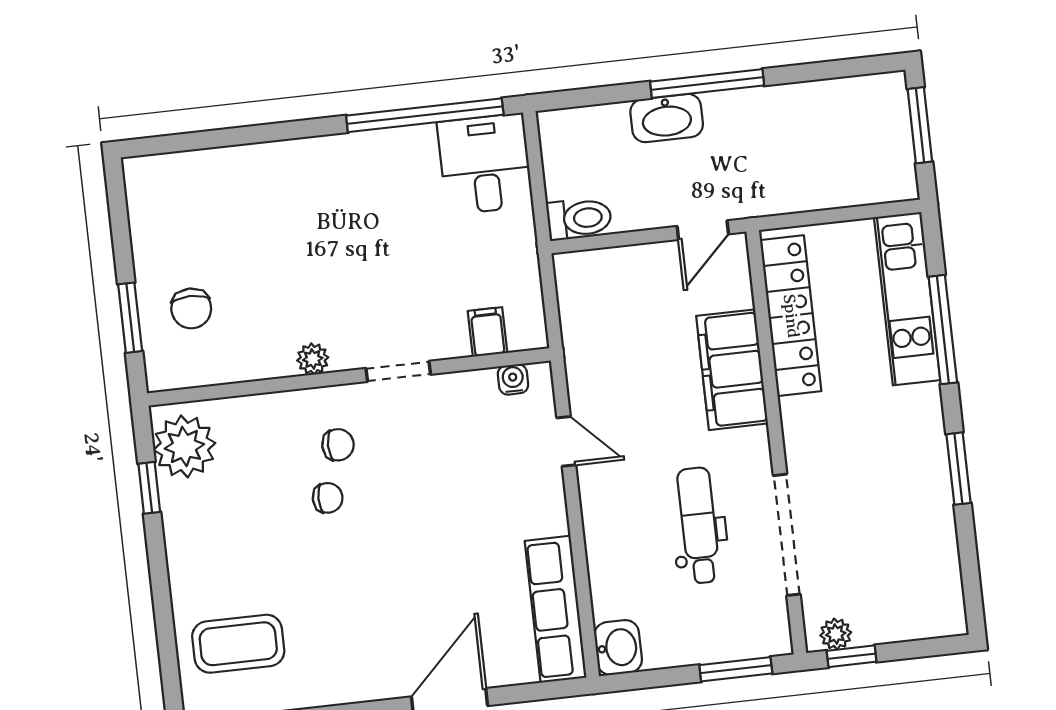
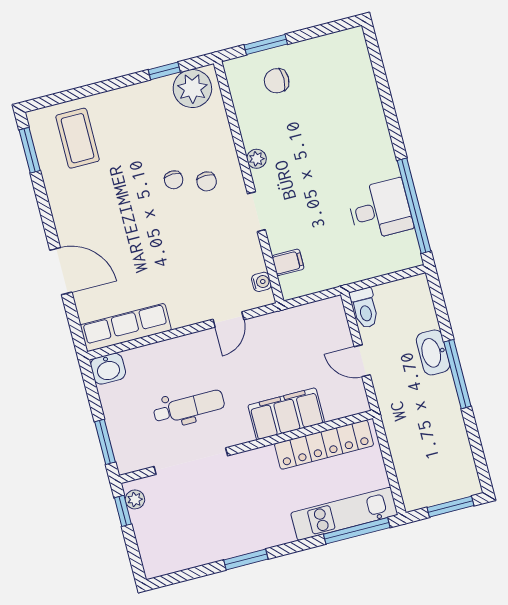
desk: (485, 164) -> (380, 210), moved
door: (703, 230) -> (362, 361), moved
window: (943, 330) -> (357, 531), moved

